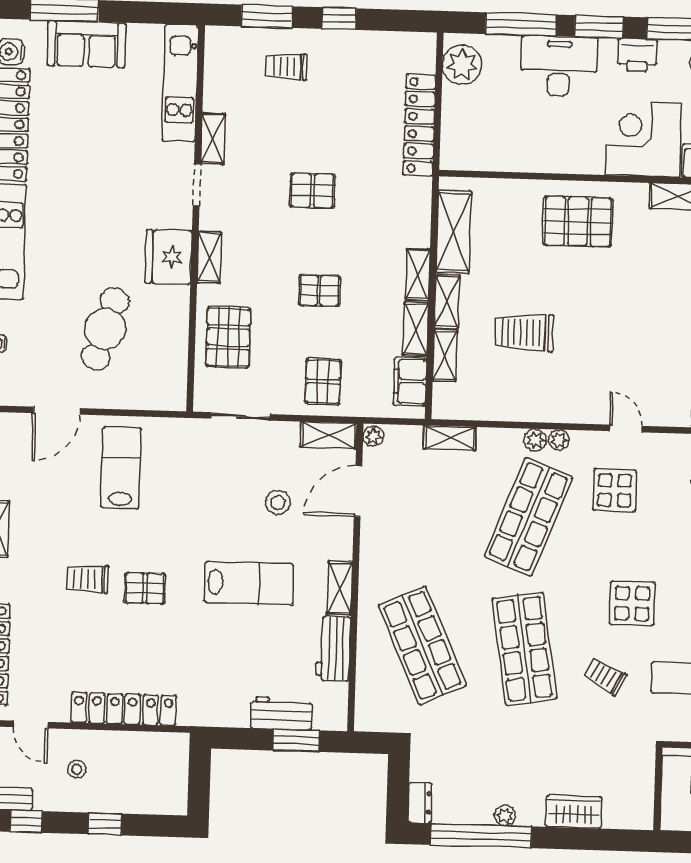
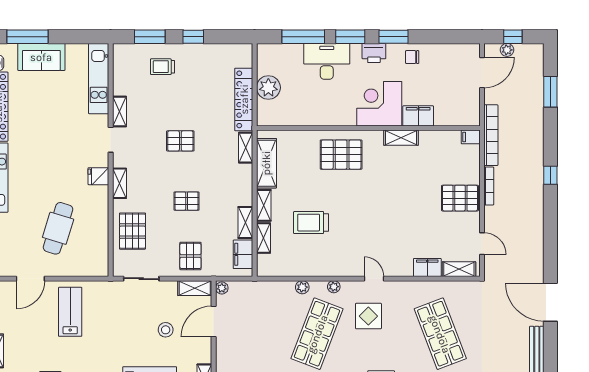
plant: (462, 65) -> (268, 88), moved
fridge: (168, 257) -> (98, 176), width x0.53, depth x0.75
shelving: (418, 275) -> (246, 148), moved
shelving: (450, 438) -> (268, 288), removed
plant: (535, 440) -> (302, 287), moved

